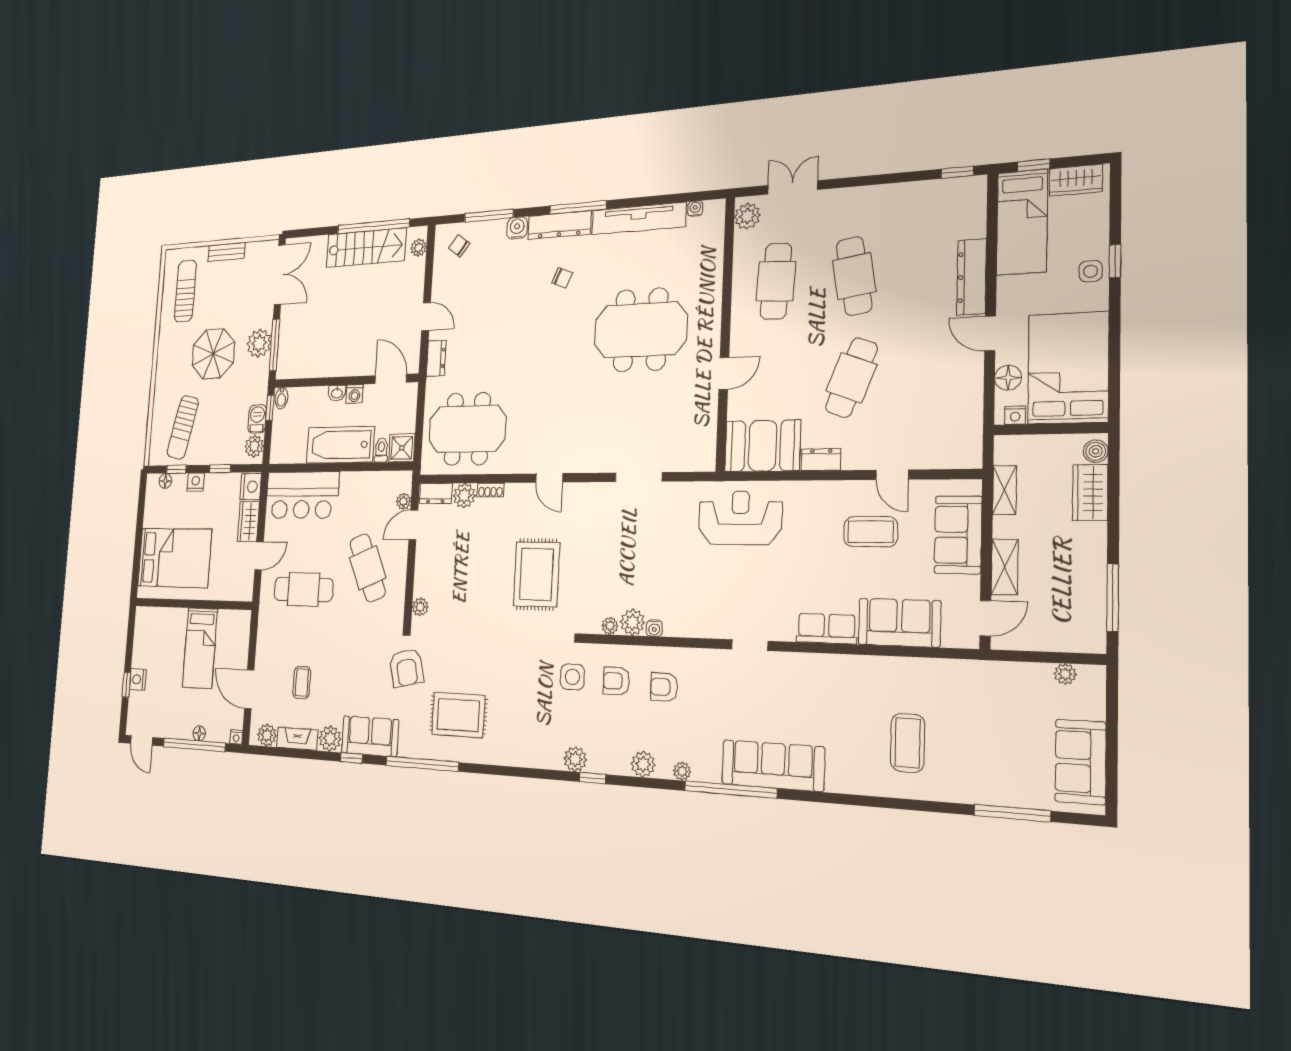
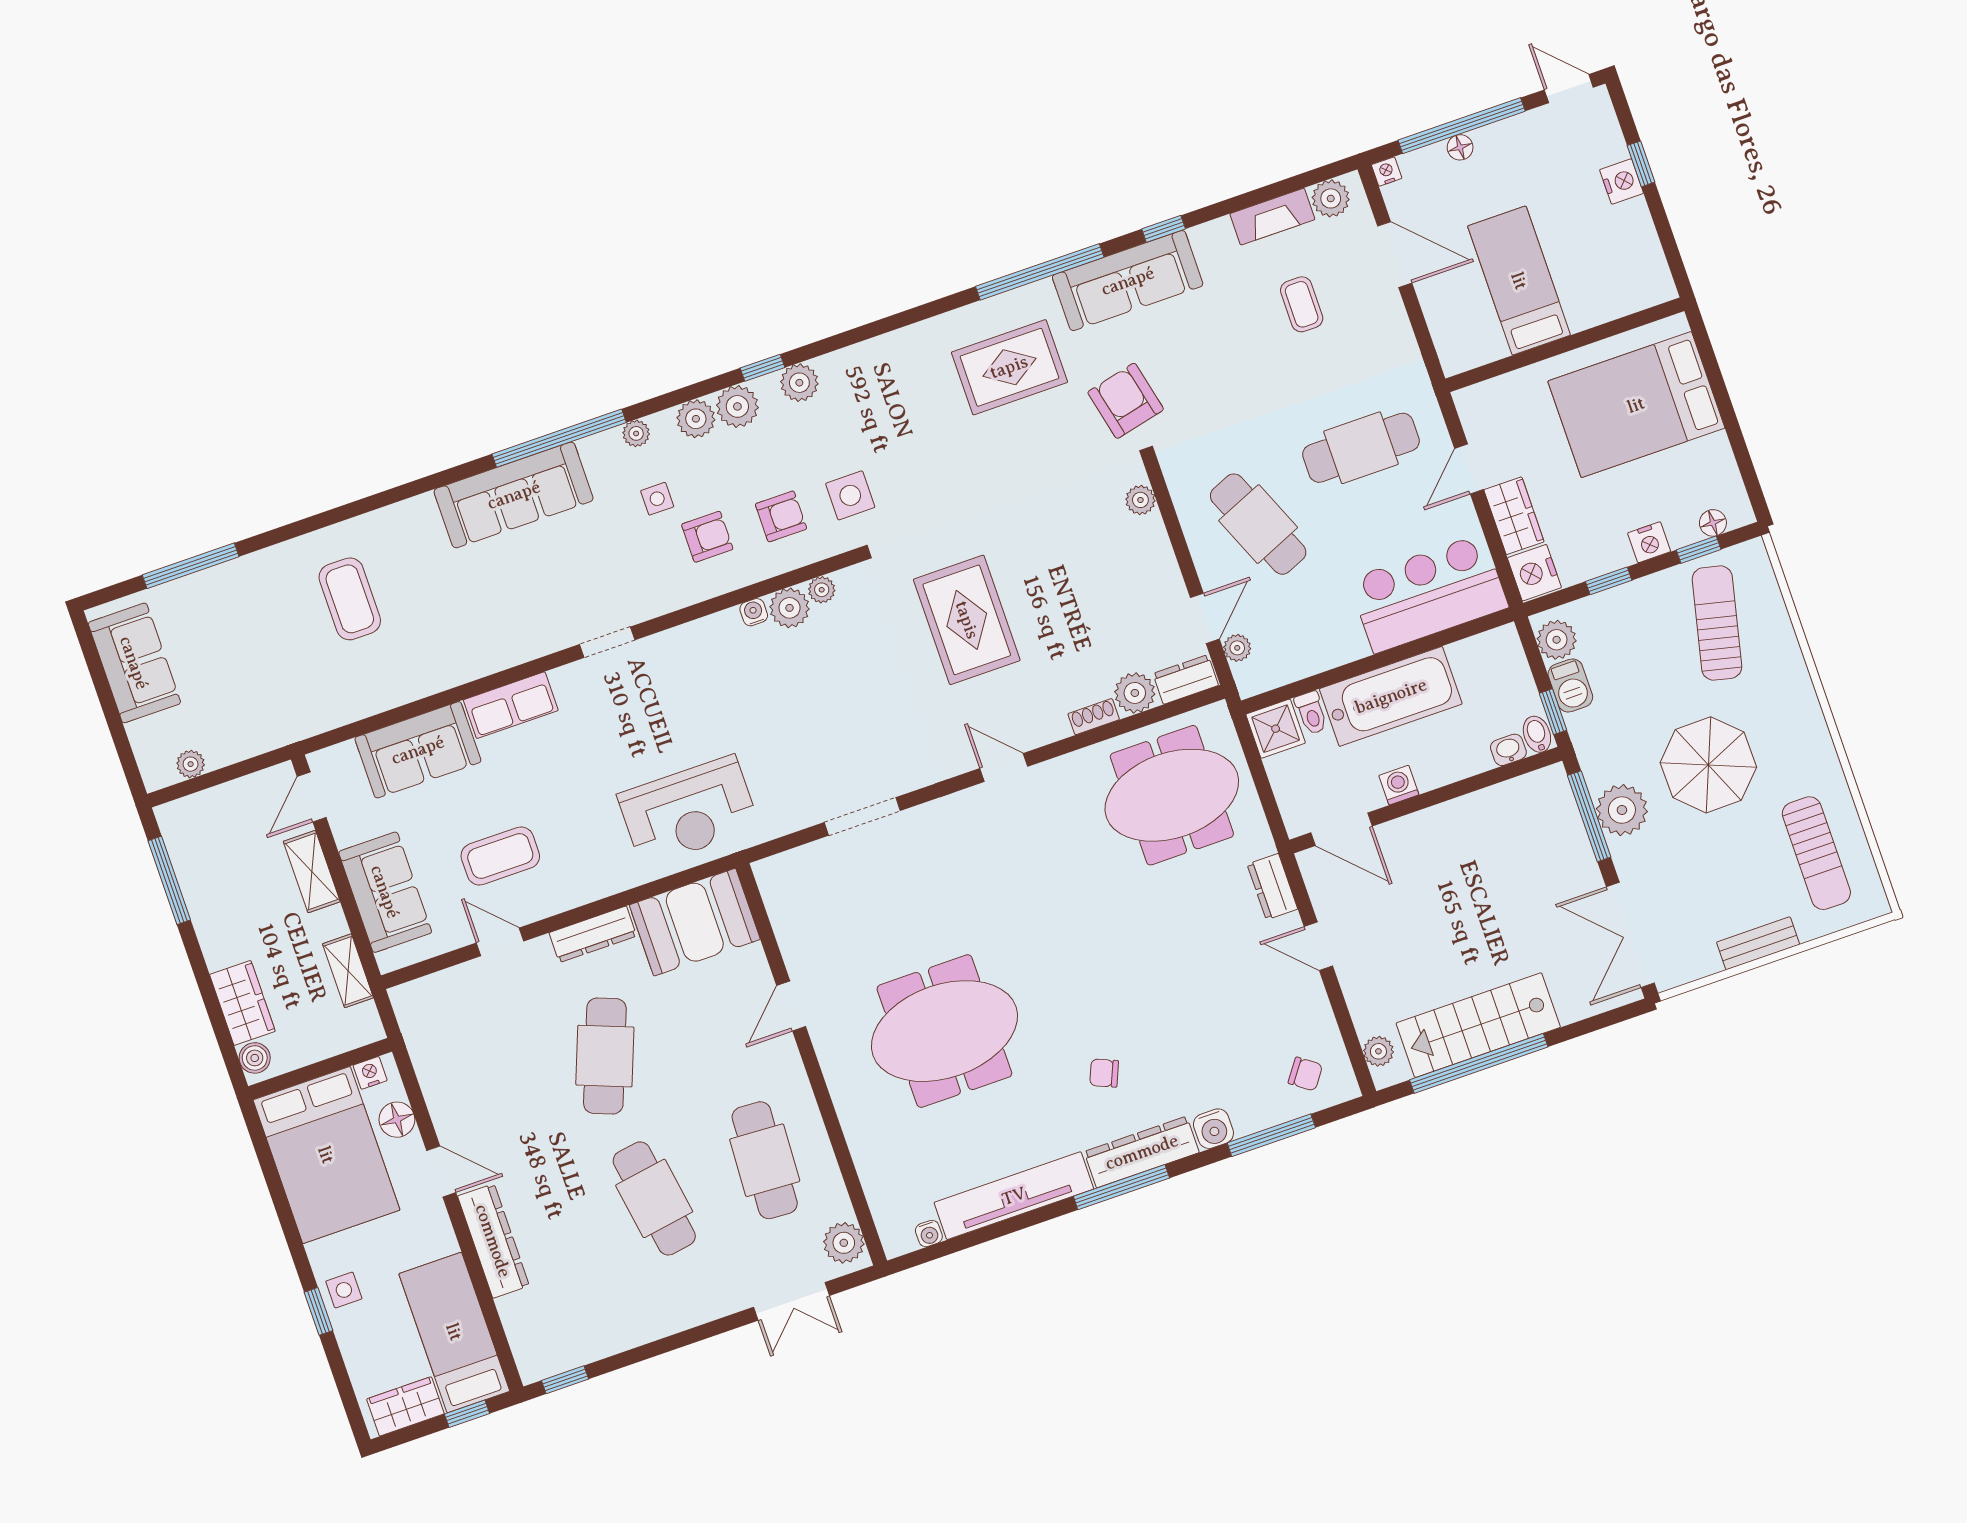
washbasin: (337, 393) -> (1508, 750), moved
dresser: (821, 460) -> (593, 934), width x1.44
side table: (685, 724) -> (657, 499), added
sofa: (370, 736) -> (1128, 281), width x1.36
plant: (330, 739) -> (737, 406), moved

